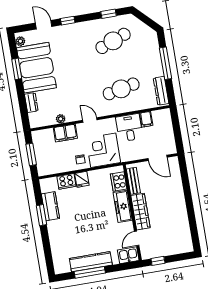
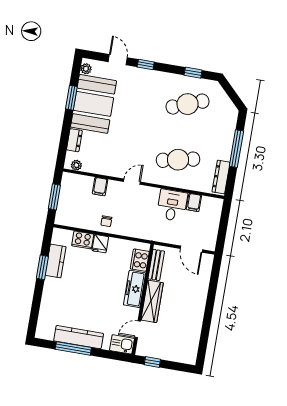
plant: (61, 119) -> (76, 165), moved
door: (90, 120) -> (132, 182), hinge flipped
filing cabinet: (65, 133) -> (100, 187), width x0.50
corner desk: (103, 150) -> (135, 220), removed

